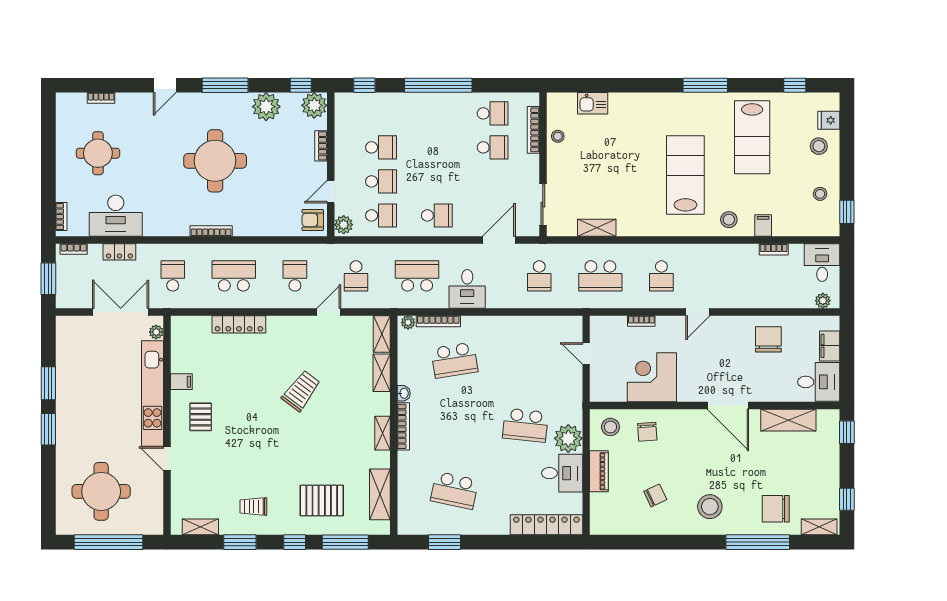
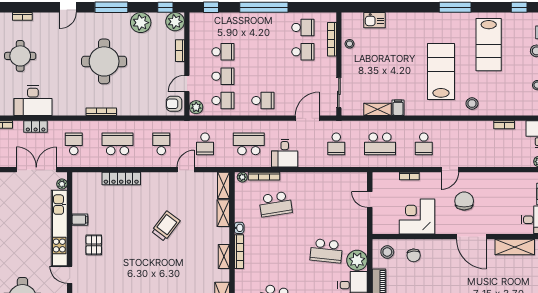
filing cabinet: (763, 225) -> (398, 108), moved
chair: (768, 339) -> (464, 201), moved

